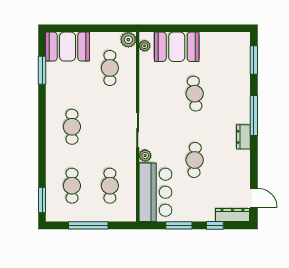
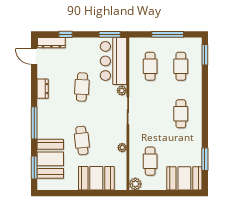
plant: (145, 46) -> (122, 148), moved
booth: (234, 71) -> (50, 159), added
dresser: (243, 137) -> (43, 89), moved
window: (179, 225) -> (110, 34), moved

